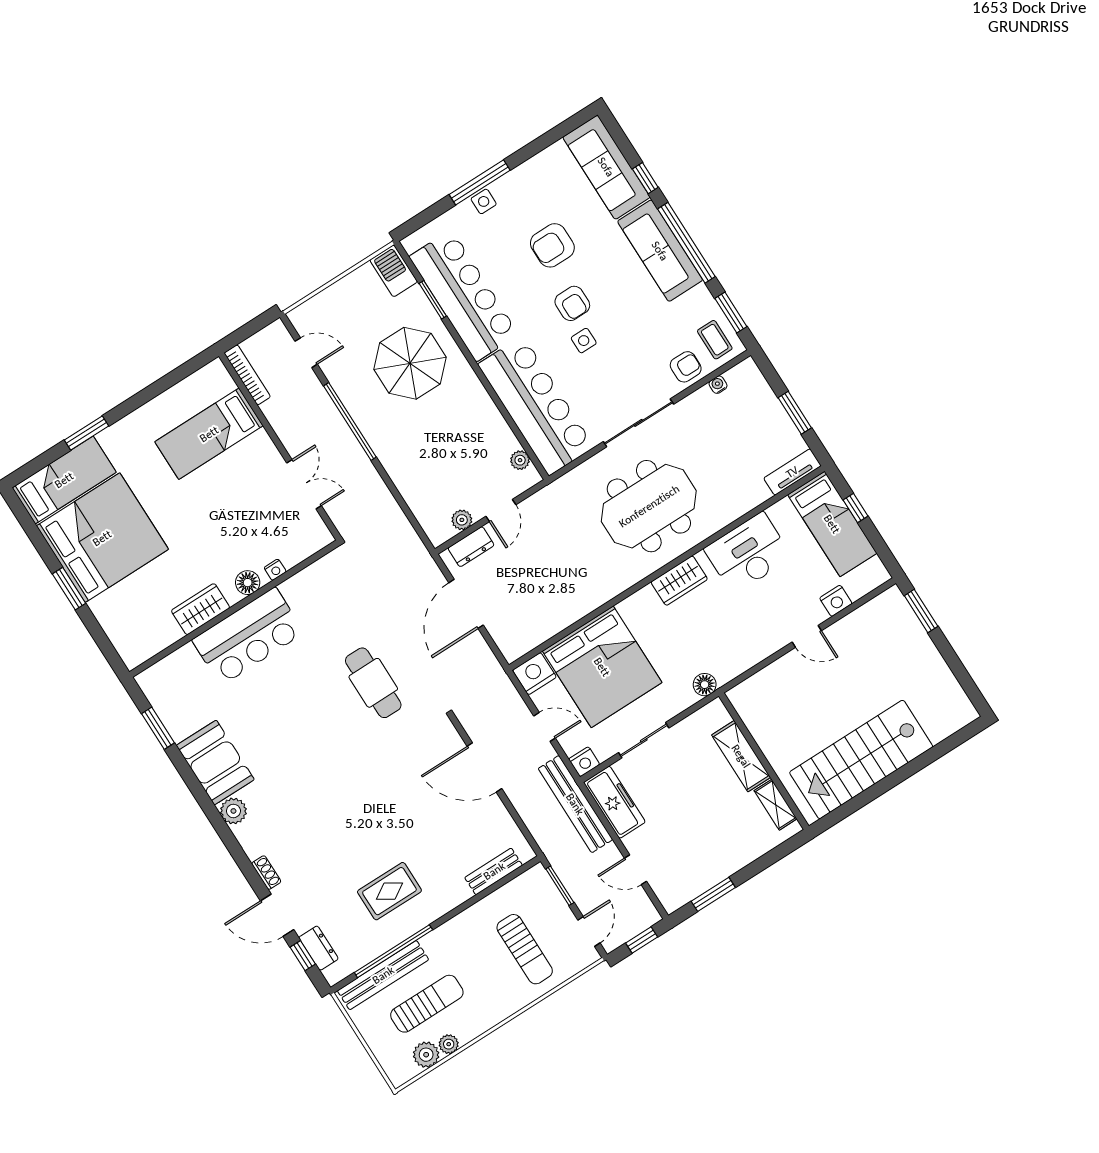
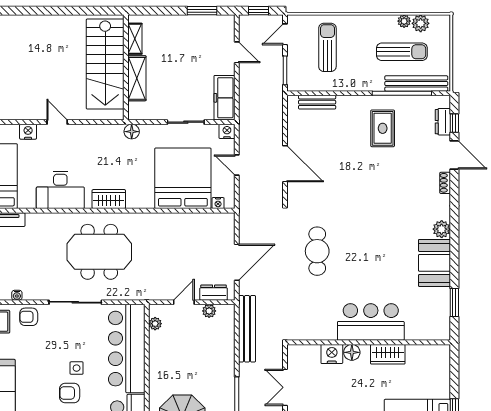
armchair: (572, 303) -> (70, 393), turned -90
nightstand: (275, 570) -> (332, 354), width x1.89, depth x1.79
nightstand: (534, 674) -> (218, 203), width x0.53, depth x0.56
stairs: (861, 759) -> (105, 64), moved, turned 90
bench: (575, 804) -> (247, 329), moved
rug: (389, 891) -> (383, 128), turned 90
sun lounger: (427, 1004) -> (402, 52), turned 180

